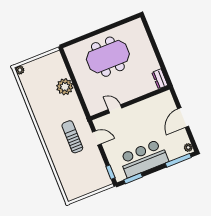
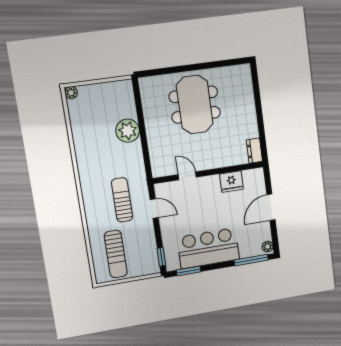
meeting table: (108, 57) -> (195, 105), turned 90
fridge: (149, 105) -> (231, 182), added
sun lounger: (77, 177) -> (116, 254), added

